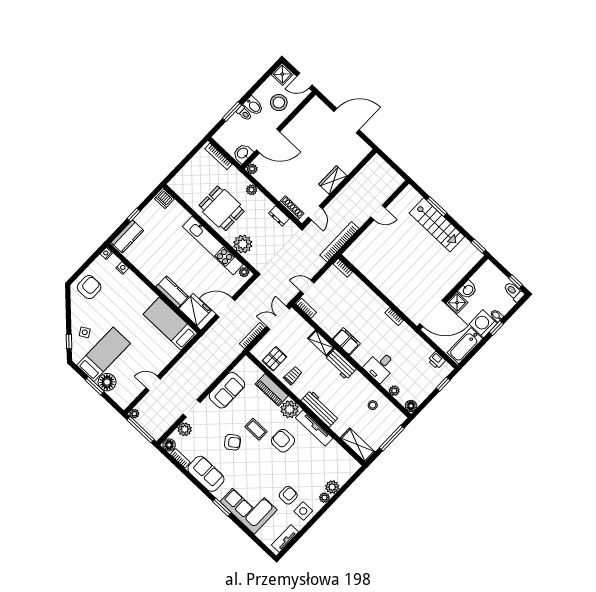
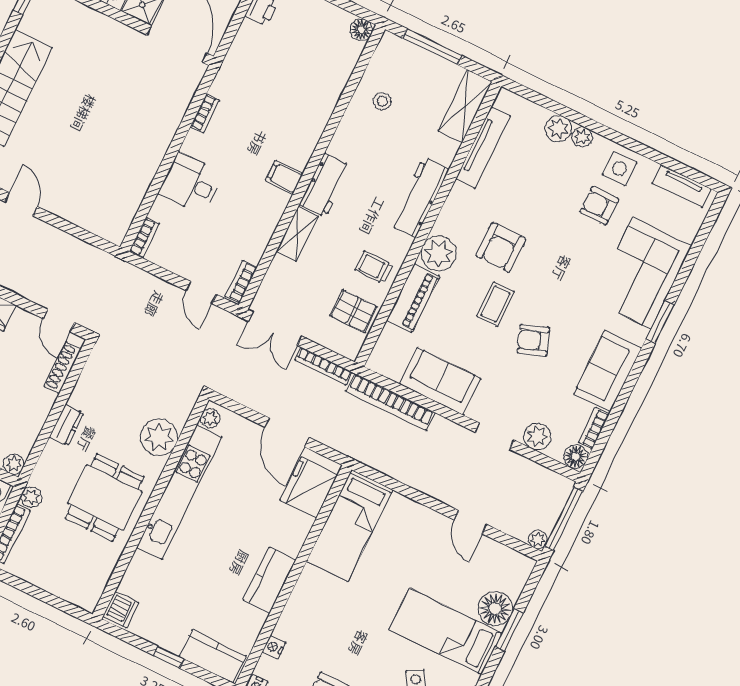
plant: (252, 190) -> (31, 497), moved
door: (315, 213) -> (59, 321), swing flipped
dresser: (279, 216) -> (67, 425), moved
bookcase: (339, 242) -> (390, 402), moved
kitchen counter: (172, 292) -> (270, 580), moved
filing cabinet: (346, 341) -> (284, 177), width x0.50
desk: (380, 366) -> (191, 184), moved, turned 180
plant: (394, 391) -> (343, 70), removed
tv unit: (314, 428) -> (483, 147), moved
armchair: (232, 442) -> (533, 340), turned -73

